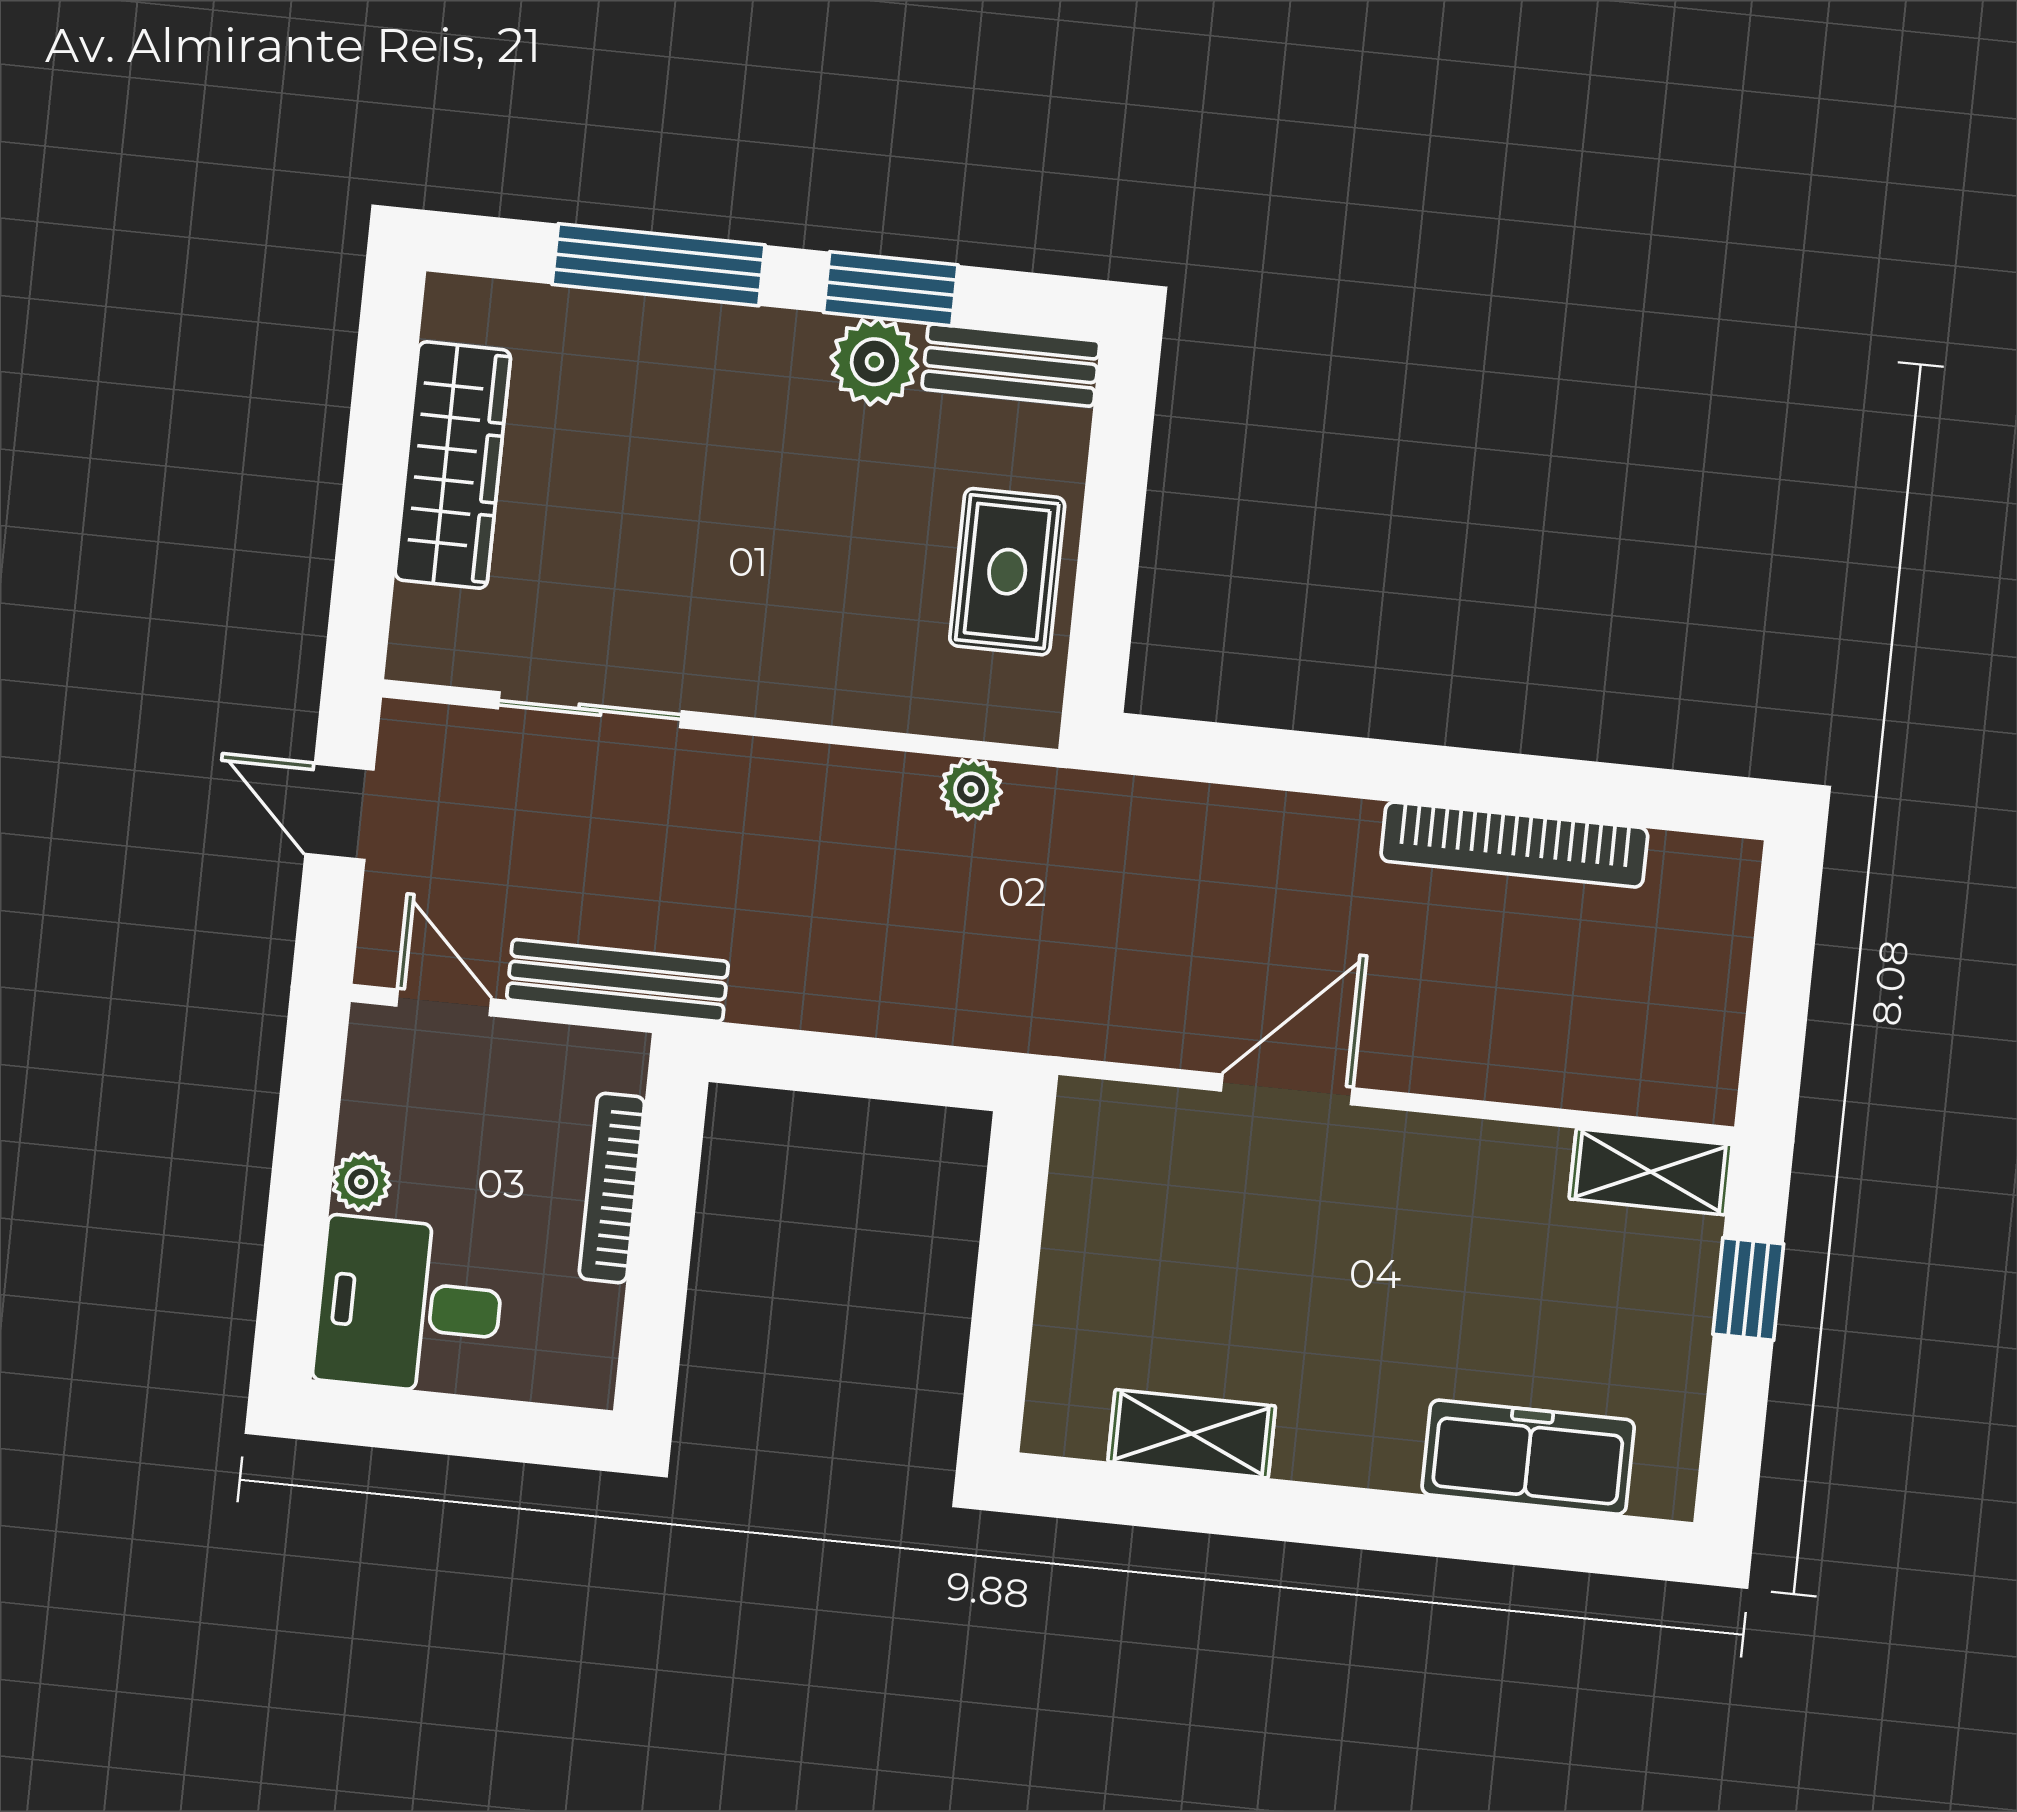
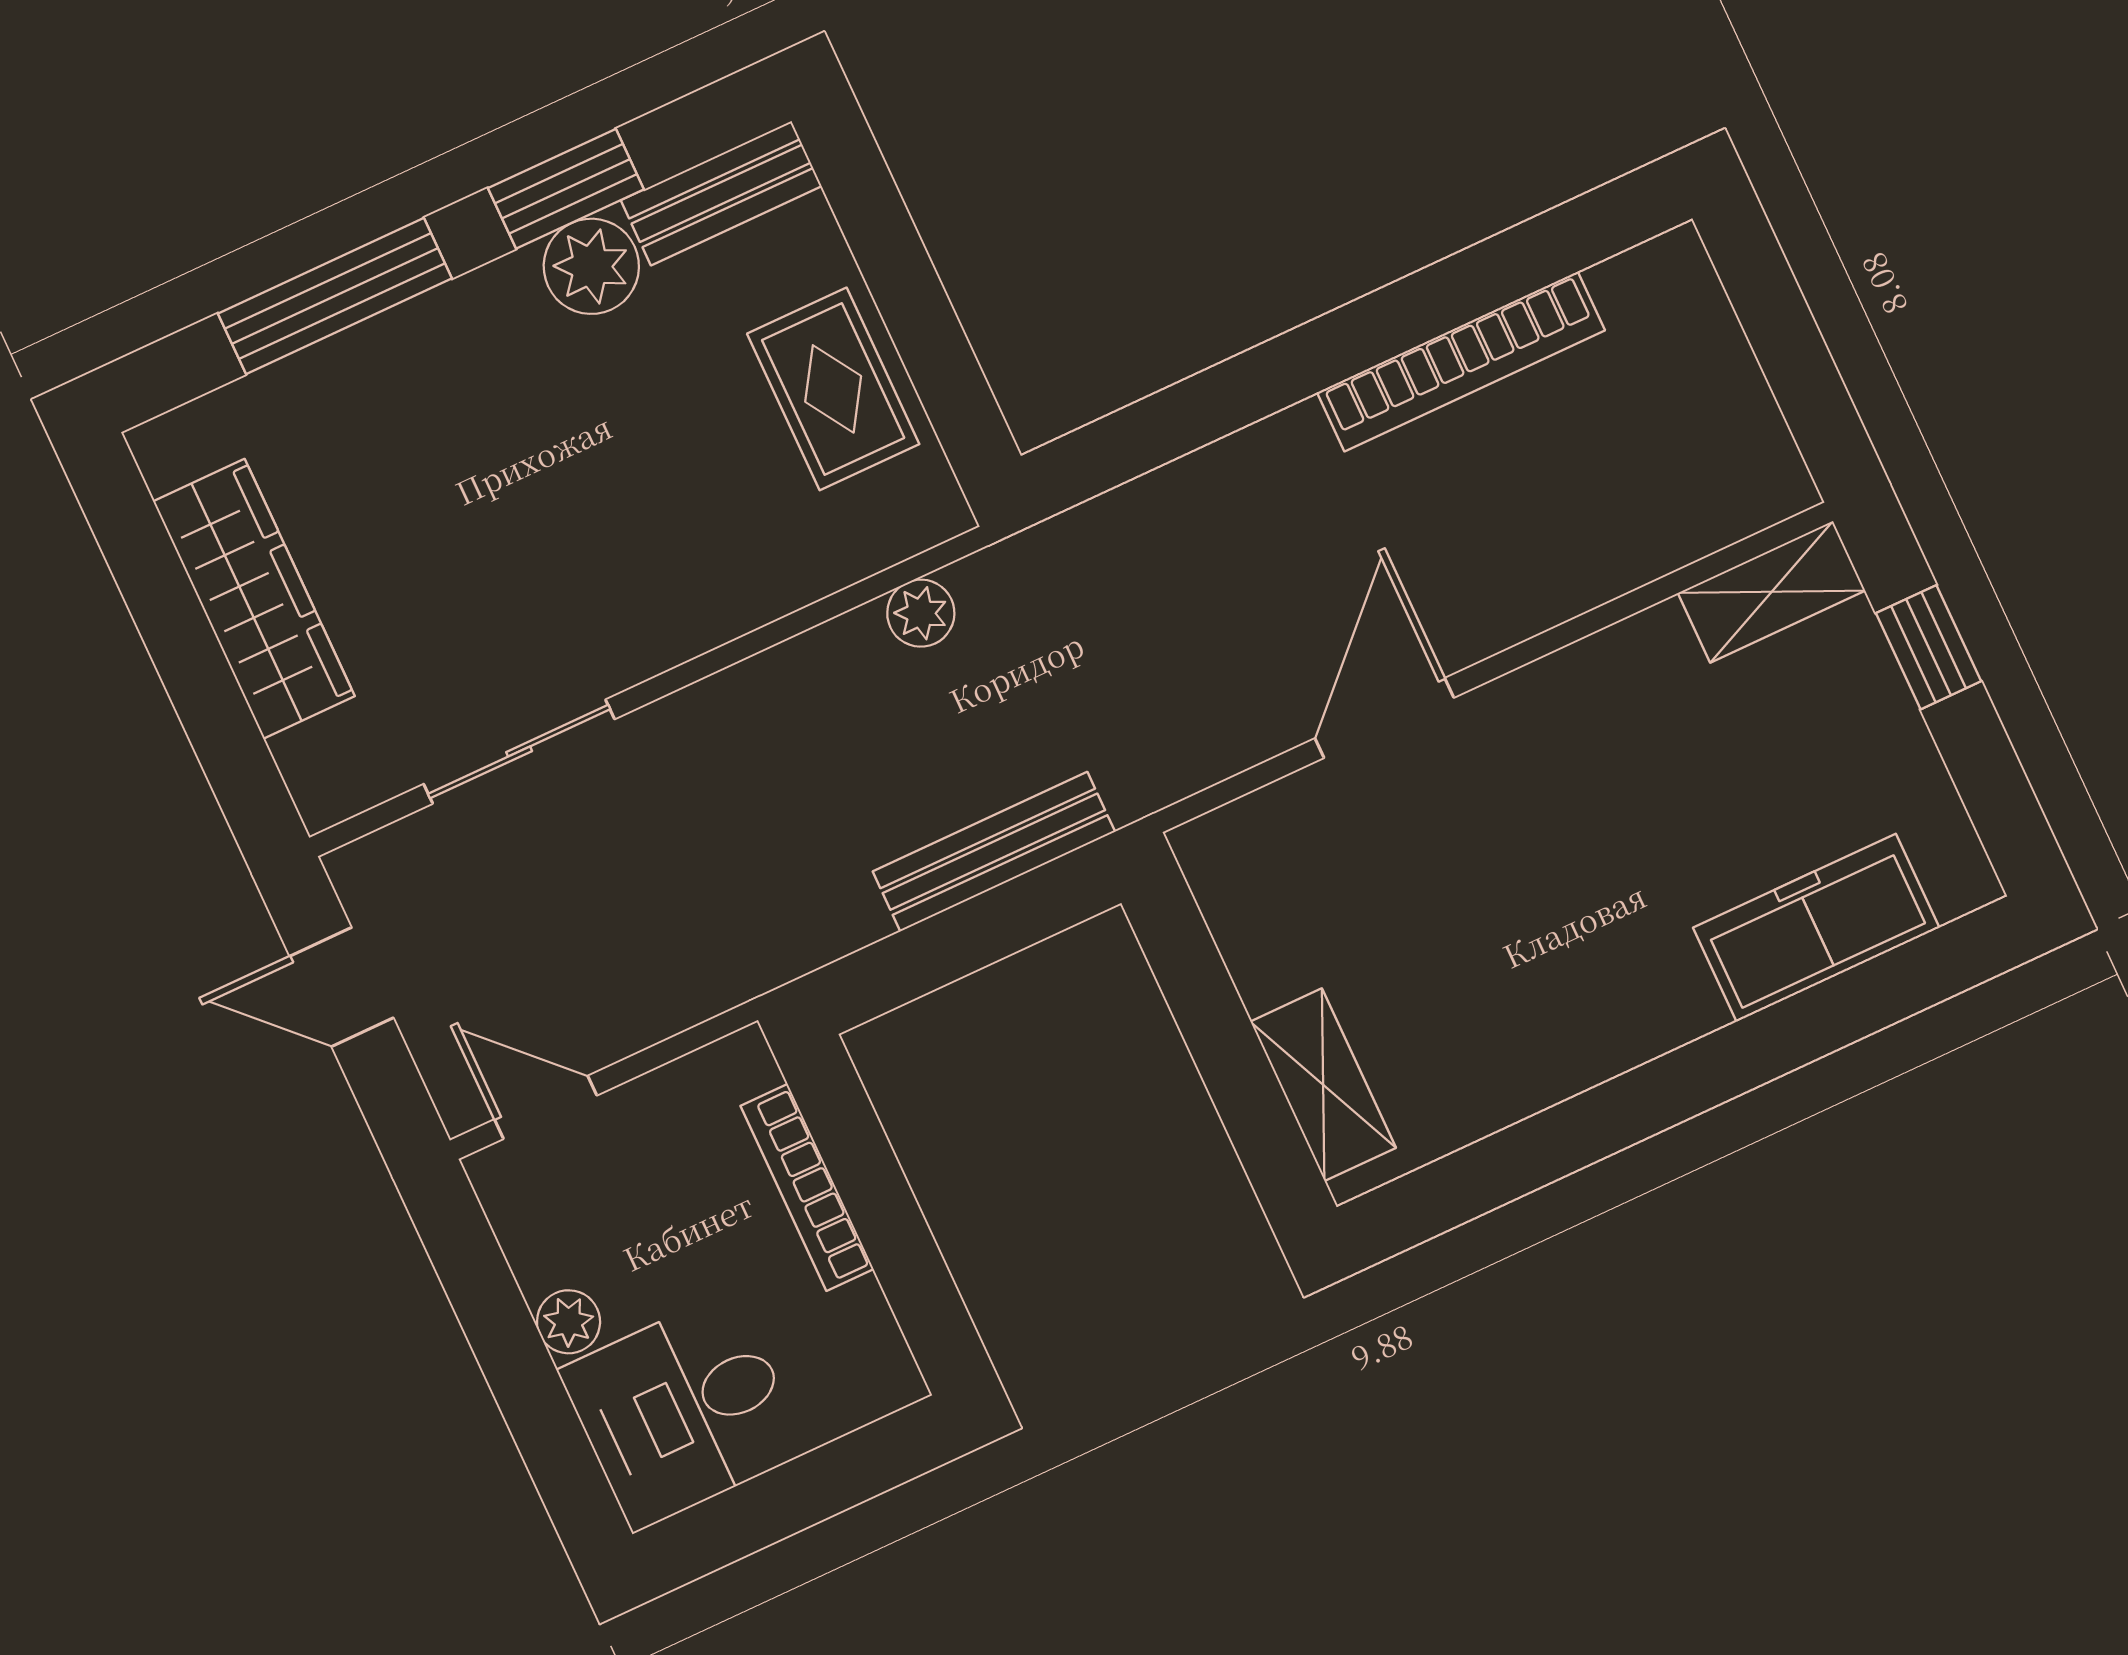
bench: (617, 980) -> (994, 852), moved
shelving: (1192, 1434) -> (1323, 1085), moved, turned 90

